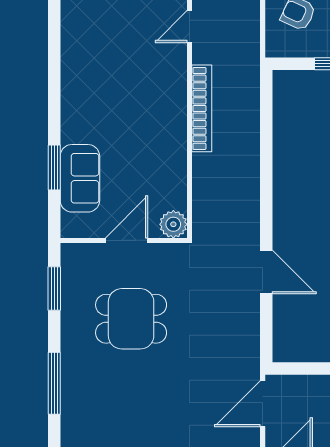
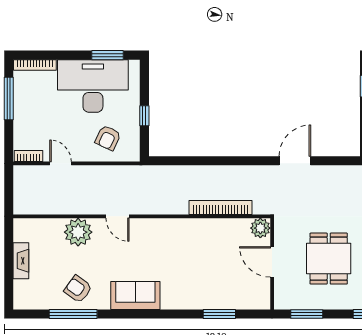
bookcase: (202, 108) -> (220, 207), moved
sofa: (80, 178) -> (135, 296), moved

